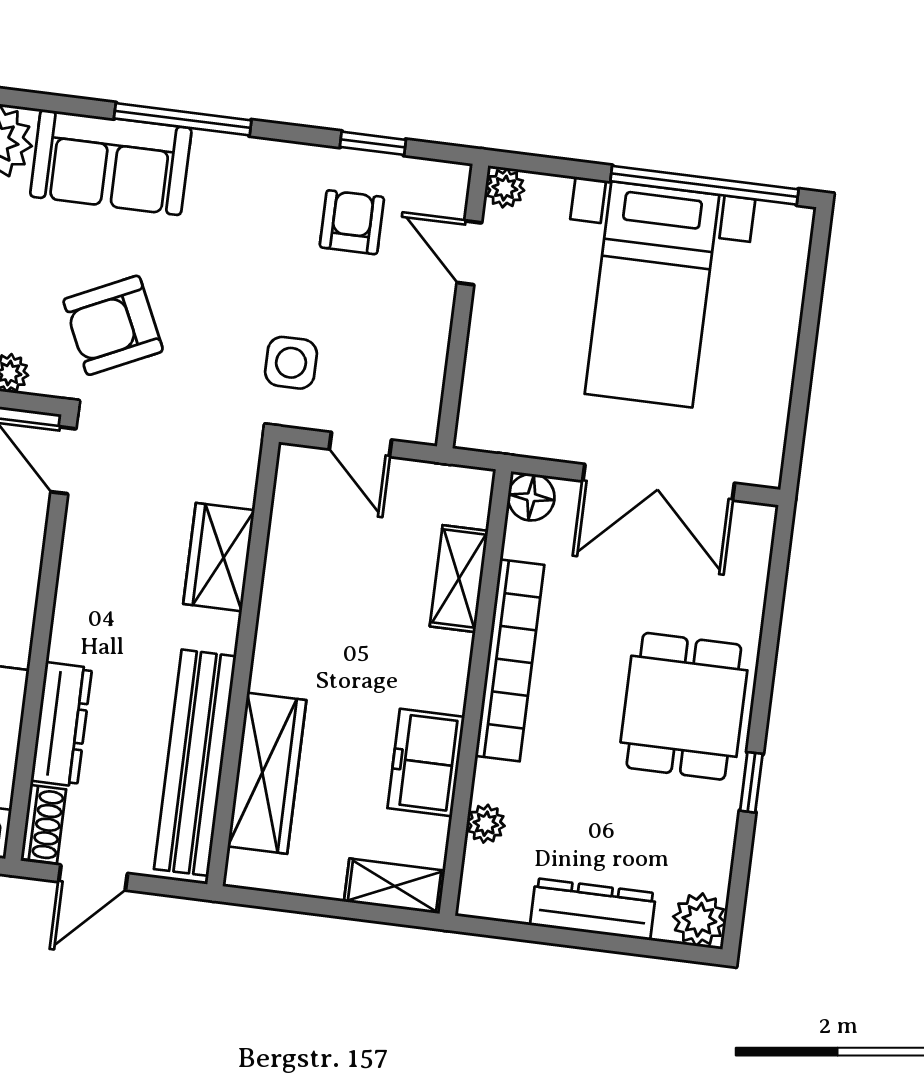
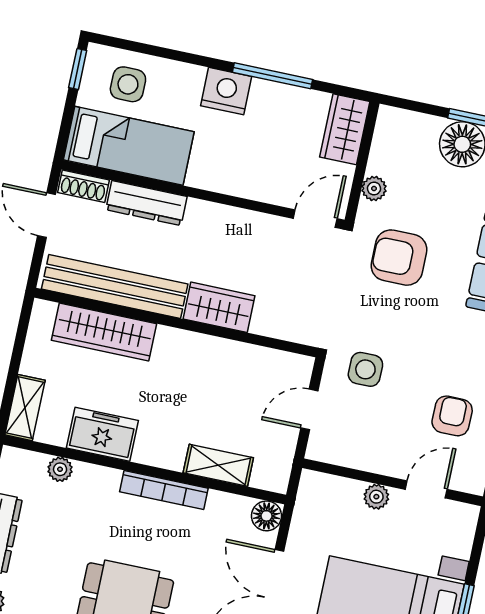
plant: (505, 188) -> (376, 497), moved
armchair: (352, 222) -> (452, 416), turned -90
armchair: (113, 325) -> (399, 258), turned -65
wardrobe: (219, 557) -> (219, 307), moved
bookcase: (510, 660) -> (164, 490), width x0.68, depth x0.76

